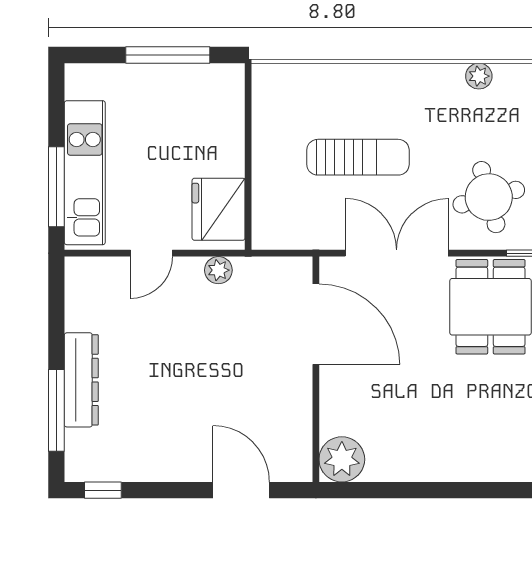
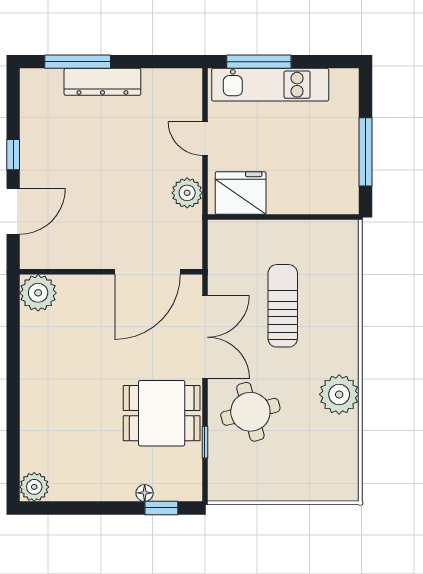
plant: (479, 76) -> (339, 394), width x1.87, depth x1.87
sun lounger: (358, 157) -> (283, 306), turned 180
plant: (218, 270) -> (187, 193), width x1.38, depth x1.38
window: (103, 490) -> (13, 155), moved

